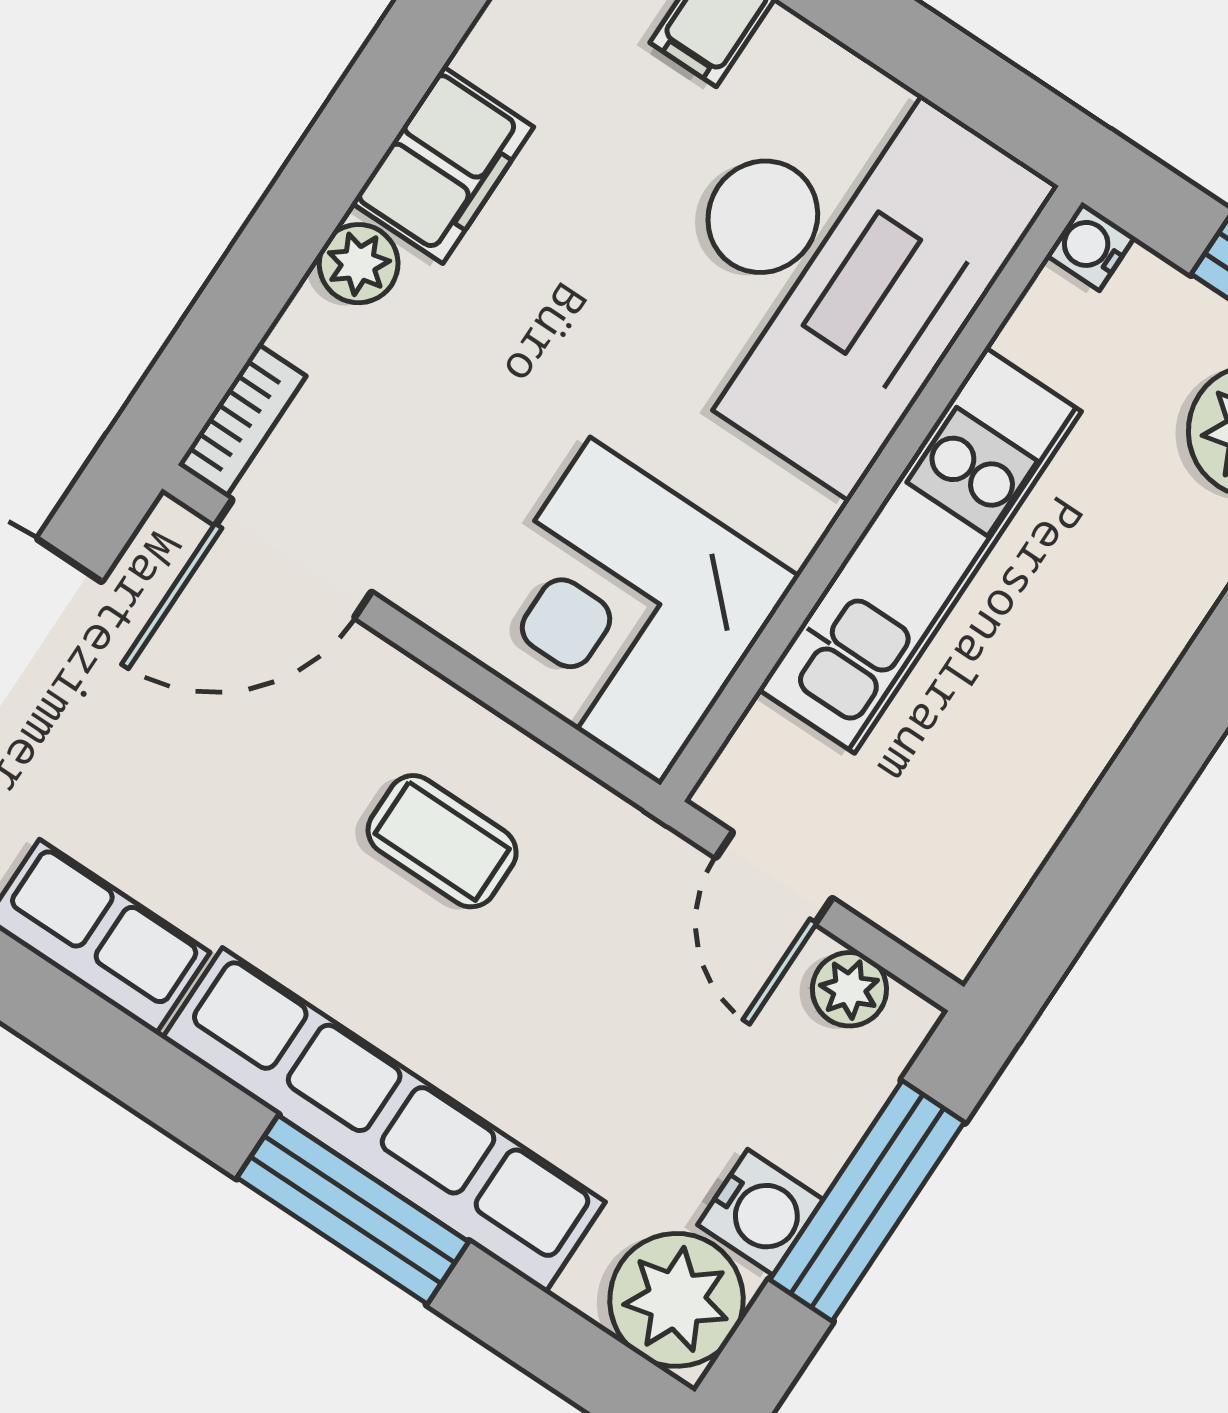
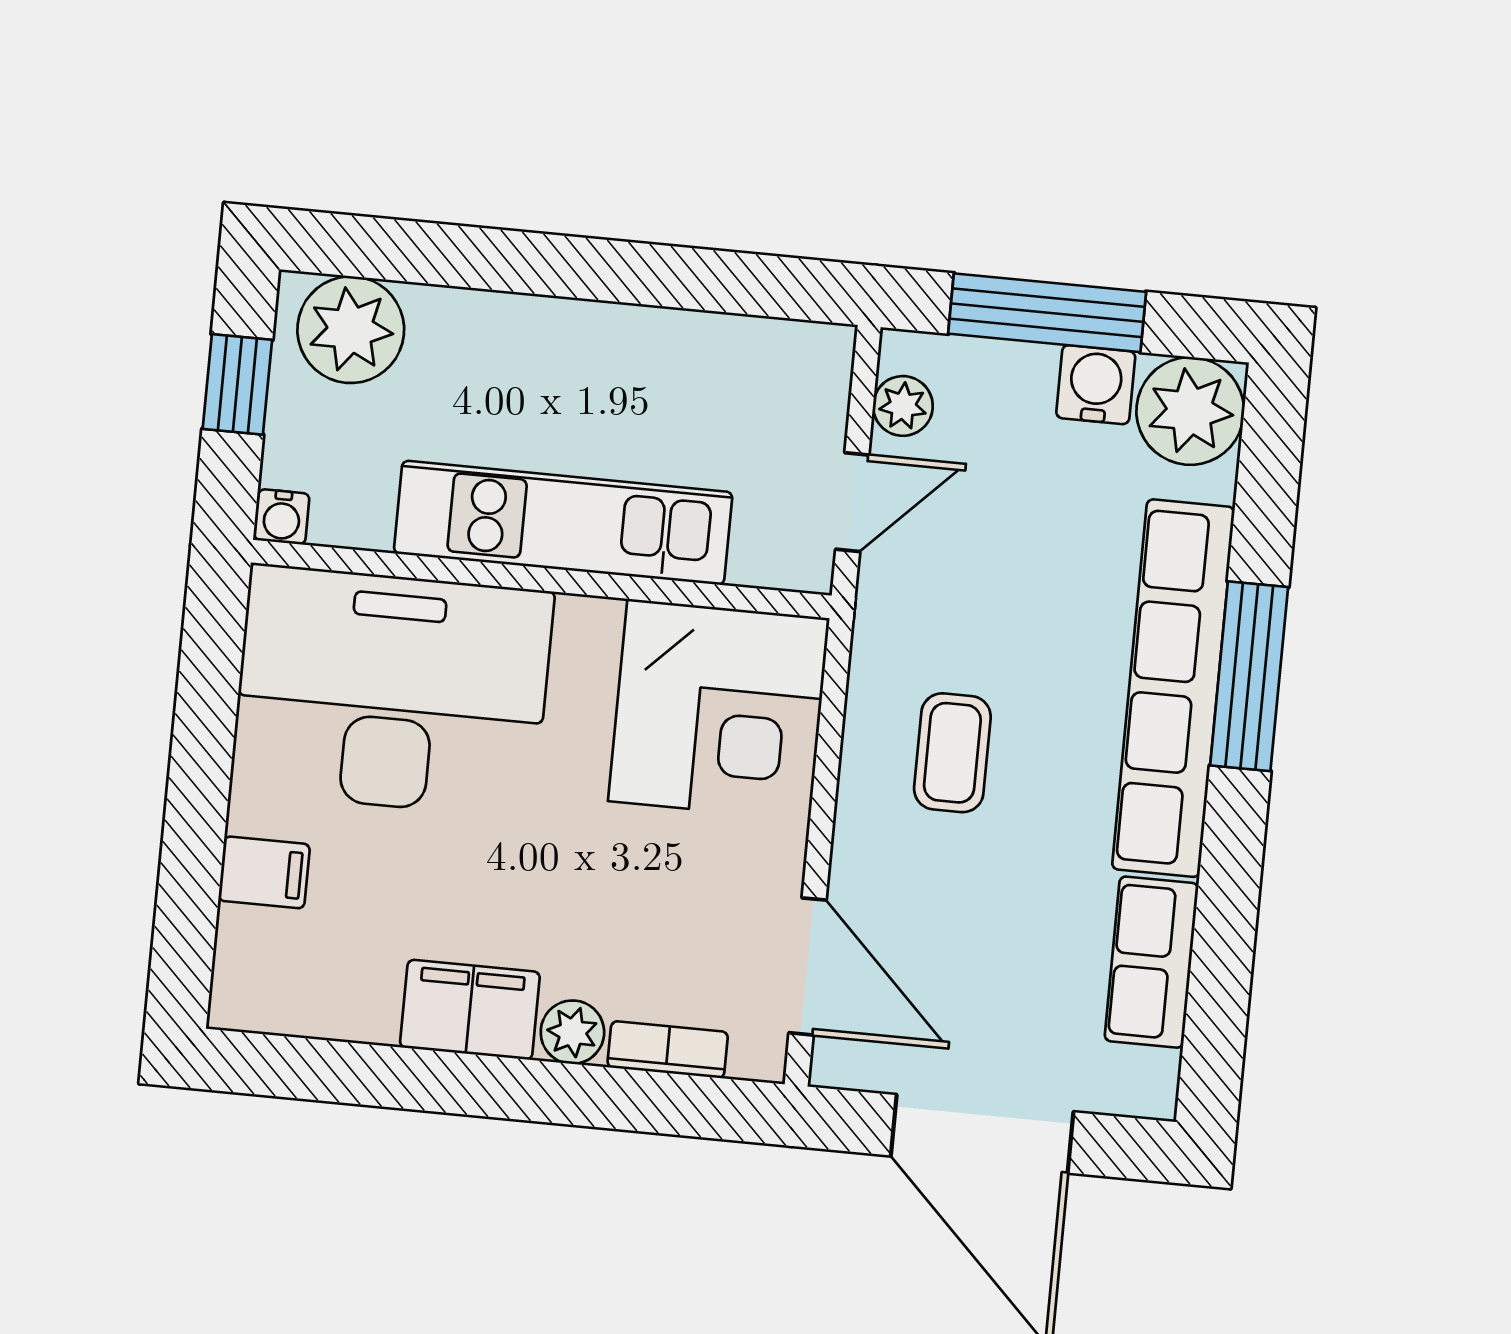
bookcase: (242, 421) -> (668, 1050), moved

